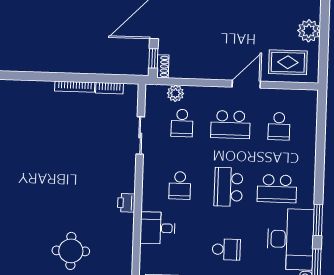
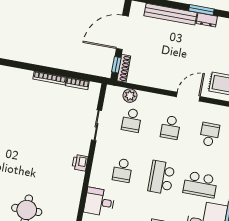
shoe rack: (163, 66) -> (124, 68), width x1.43
school desk: (230, 125) -> (171, 127), width x0.54
school desk: (279, 126) -> (209, 135), turned 180
printer: (126, 203) -> (80, 163), moved

